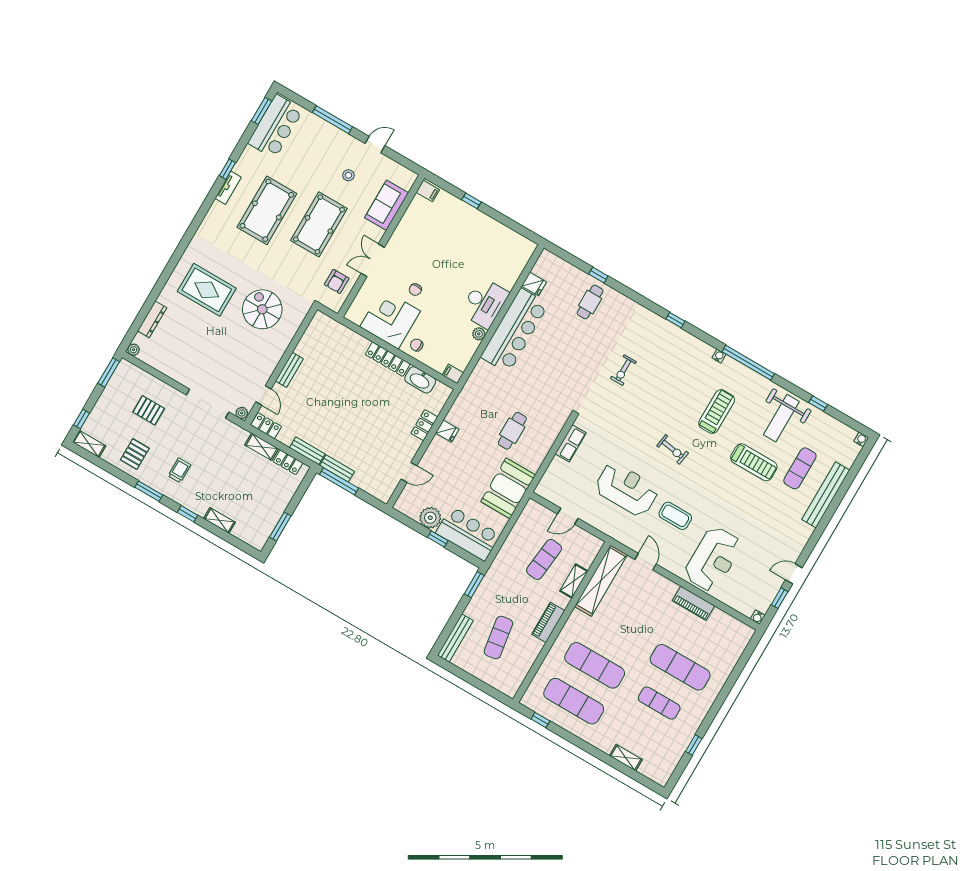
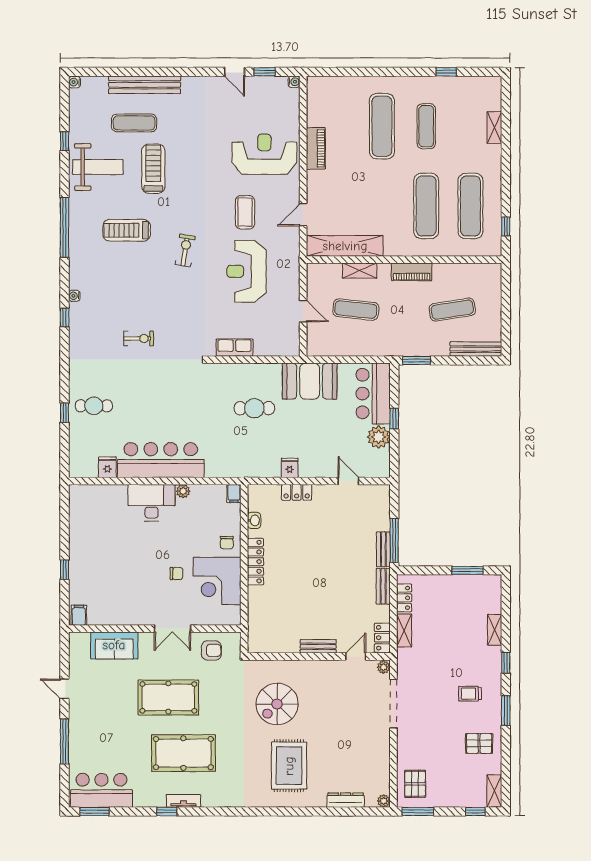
stool: (348, 175) -> (107, 697), removed
water cooler: (719, 356) -> (74, 296), moved
washbasin: (420, 380) -> (254, 520), width x0.52, depth x0.69
pallet: (149, 410) -> (415, 784), moved

